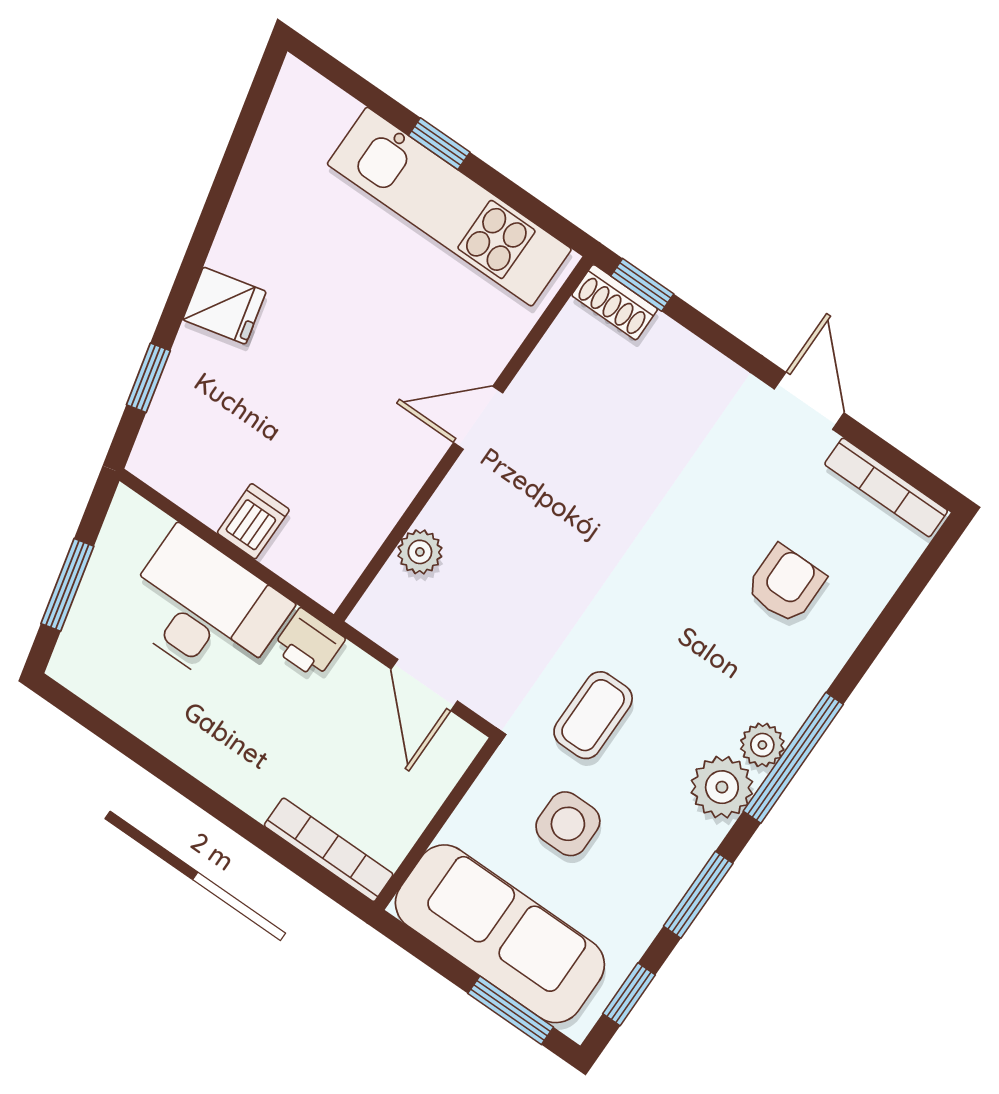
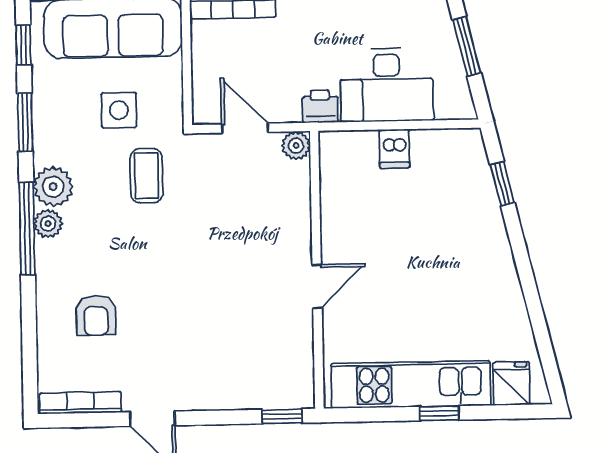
shoe rack: (615, 302) -> (290, 397), removed
fridge: (224, 306) -> (511, 383), moved, turned 103
plant: (420, 552) -> (296, 146), moved

